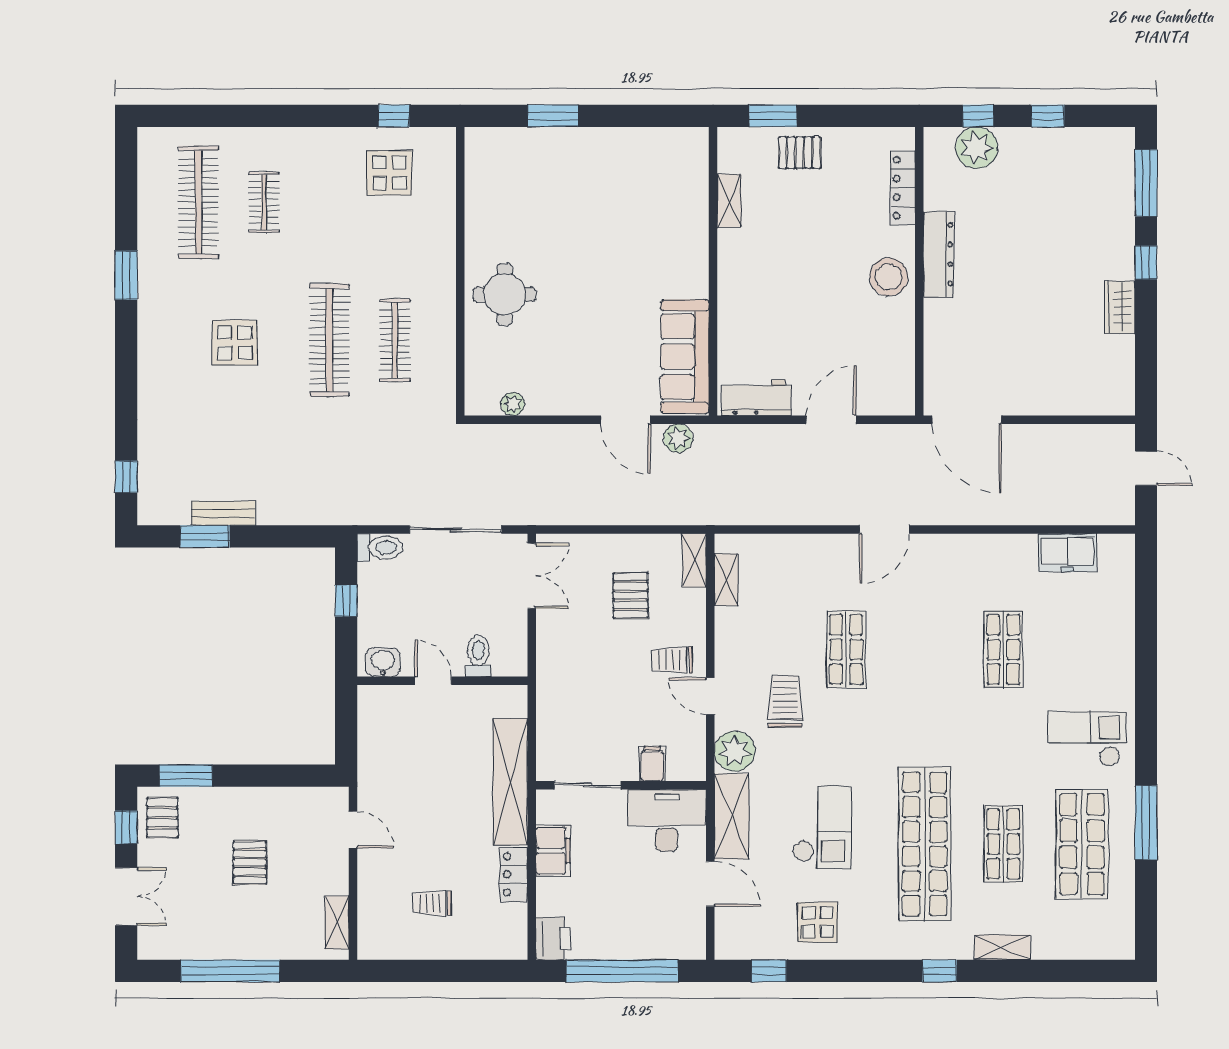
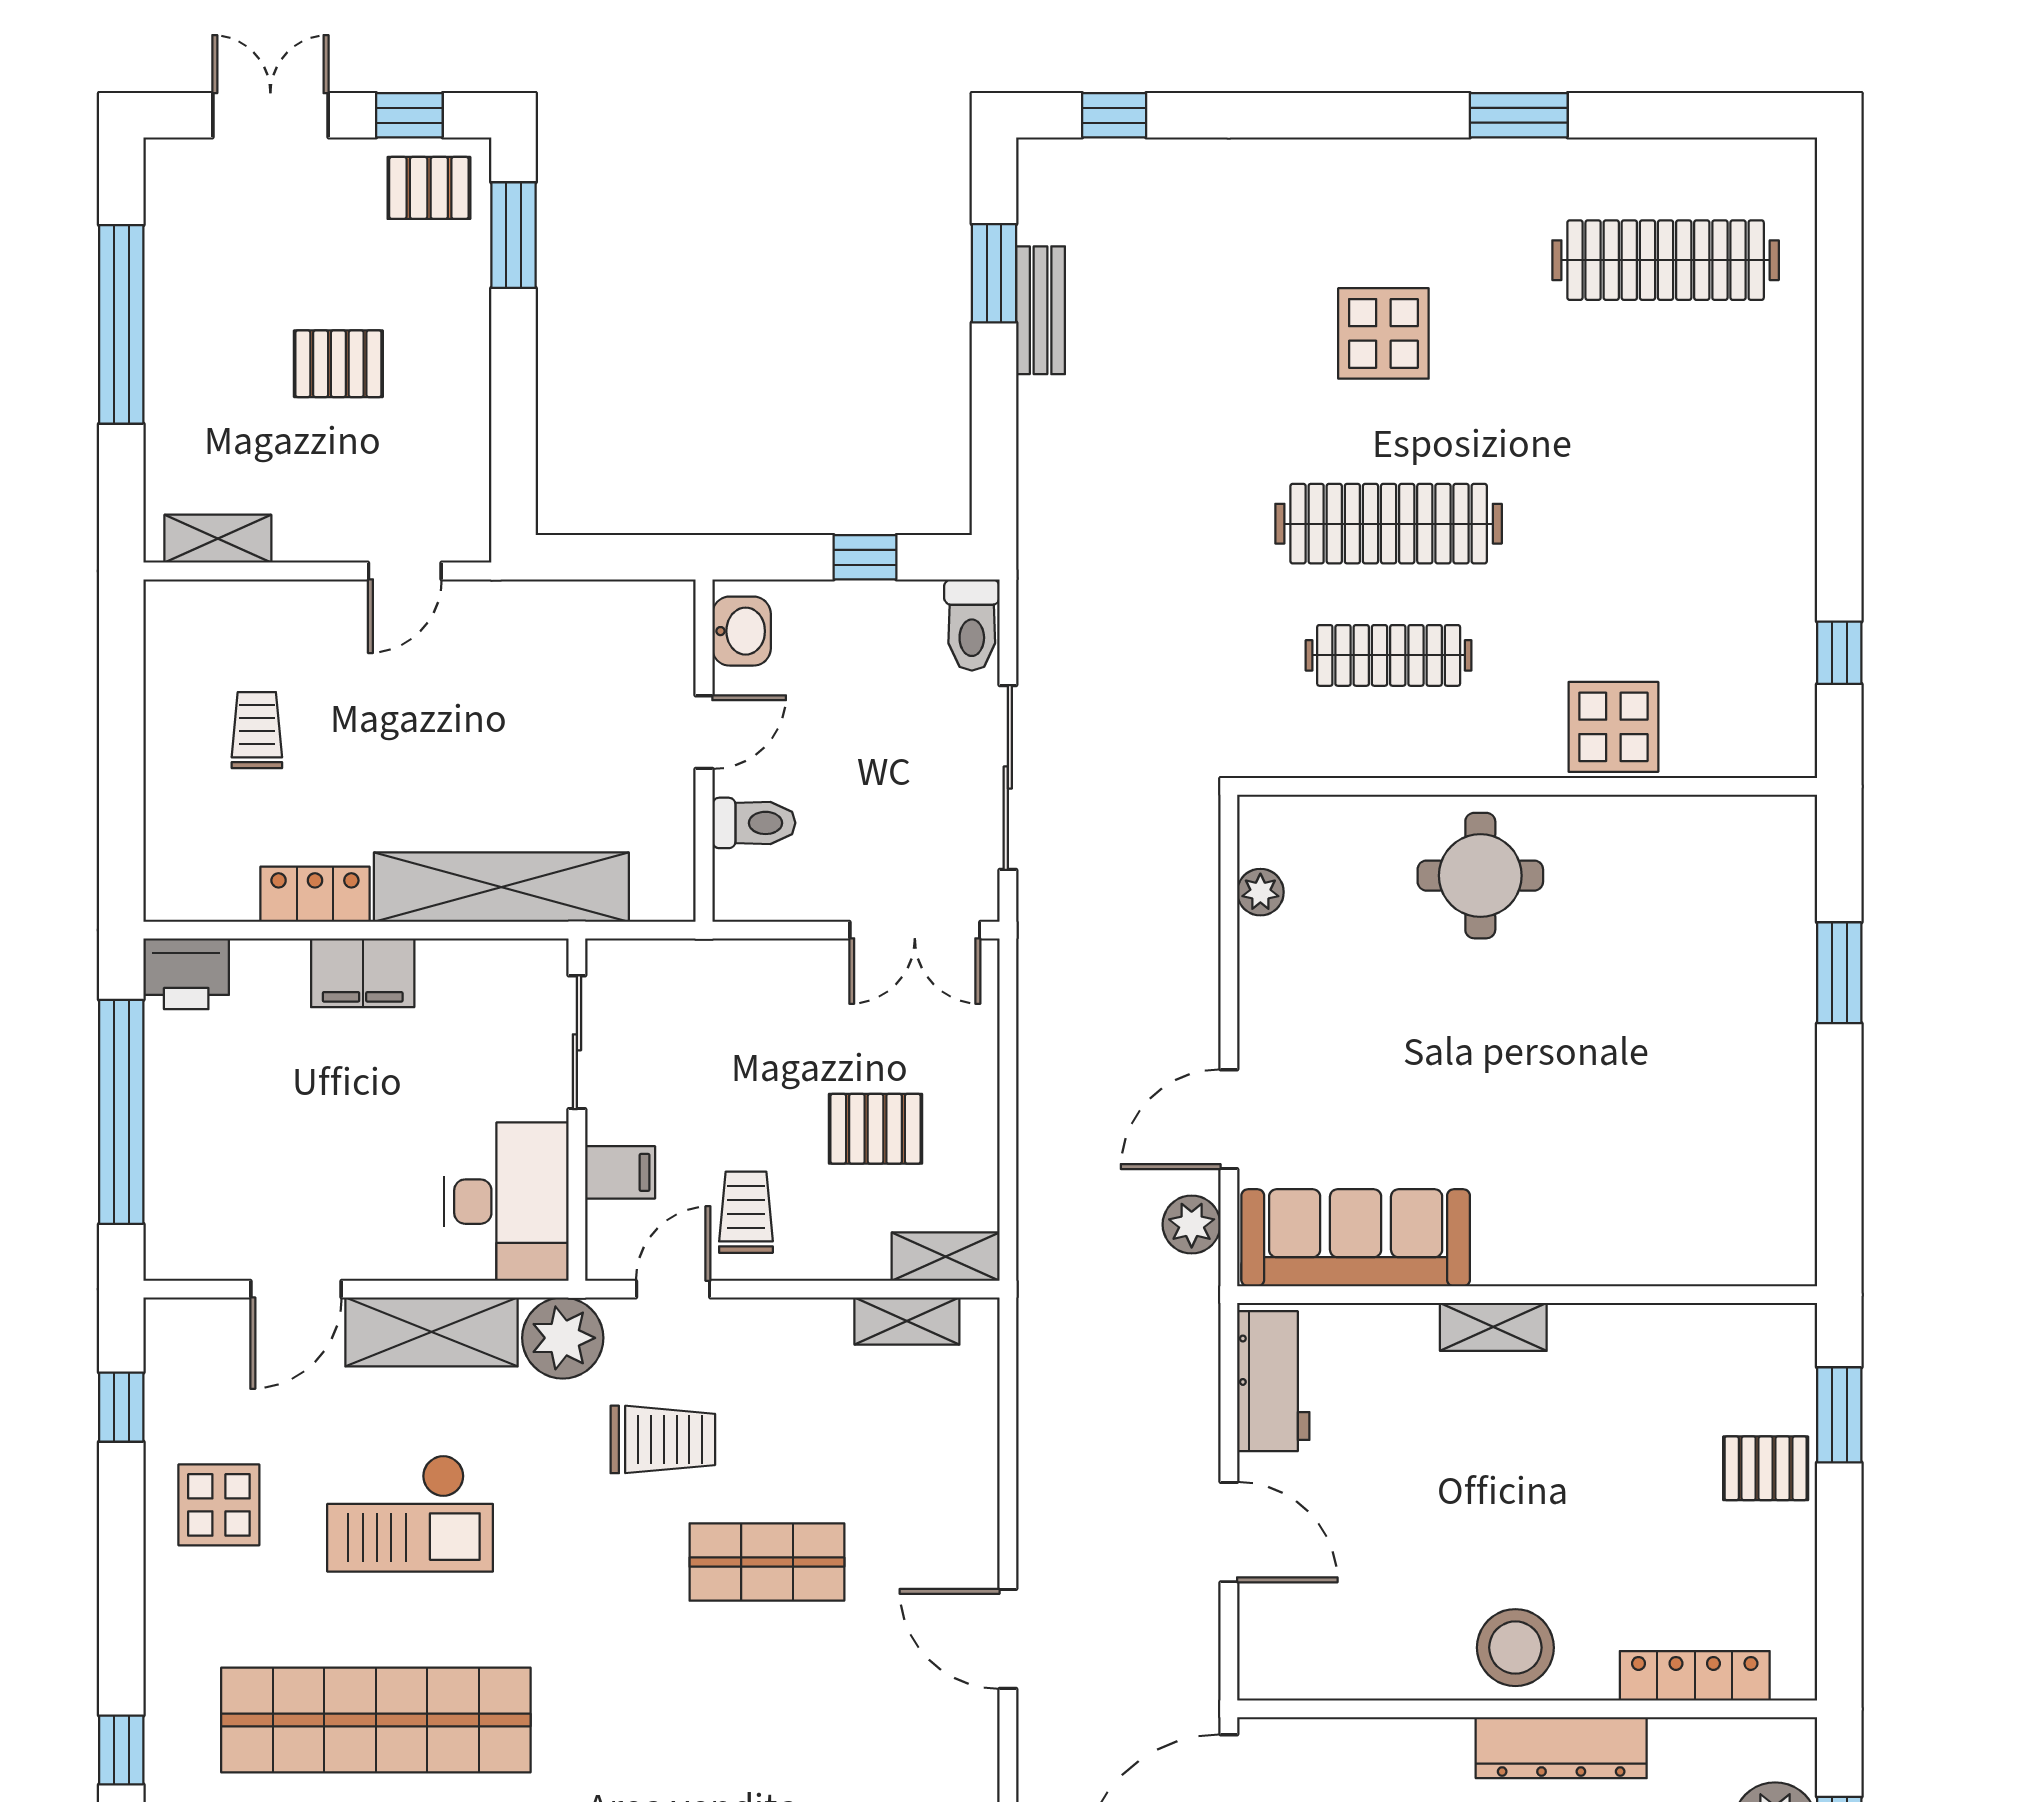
pallet: (799, 153) -> (1766, 1468), turned 90
display table: (389, 173) -> (1613, 727), moved
shelving: (729, 201) -> (1493, 1327), moved
clothes rail: (264, 202) -> (1666, 392), removed
filing cabinet: (652, 764) -> (620, 1172), moved
sliding door: (587, 785) -> (577, 1042), moved
wall: (621, 785) -> (577, 1110), moved
desk: (667, 820) -> (506, 1202), moved
double door: (126, 897) -> (270, 115), swing flipped

